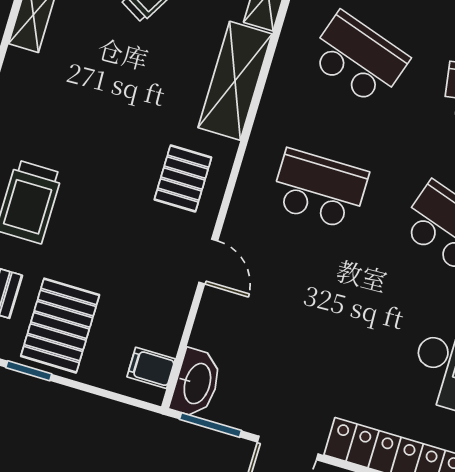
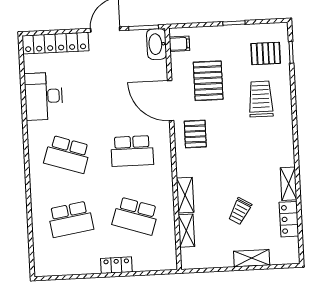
shelving: (235, 81) -> (185, 195), width x0.67, depth x0.75
door: (208, 262) -> (171, 101), width x1.87
pallet: (60, 326) -> (208, 81), moved

